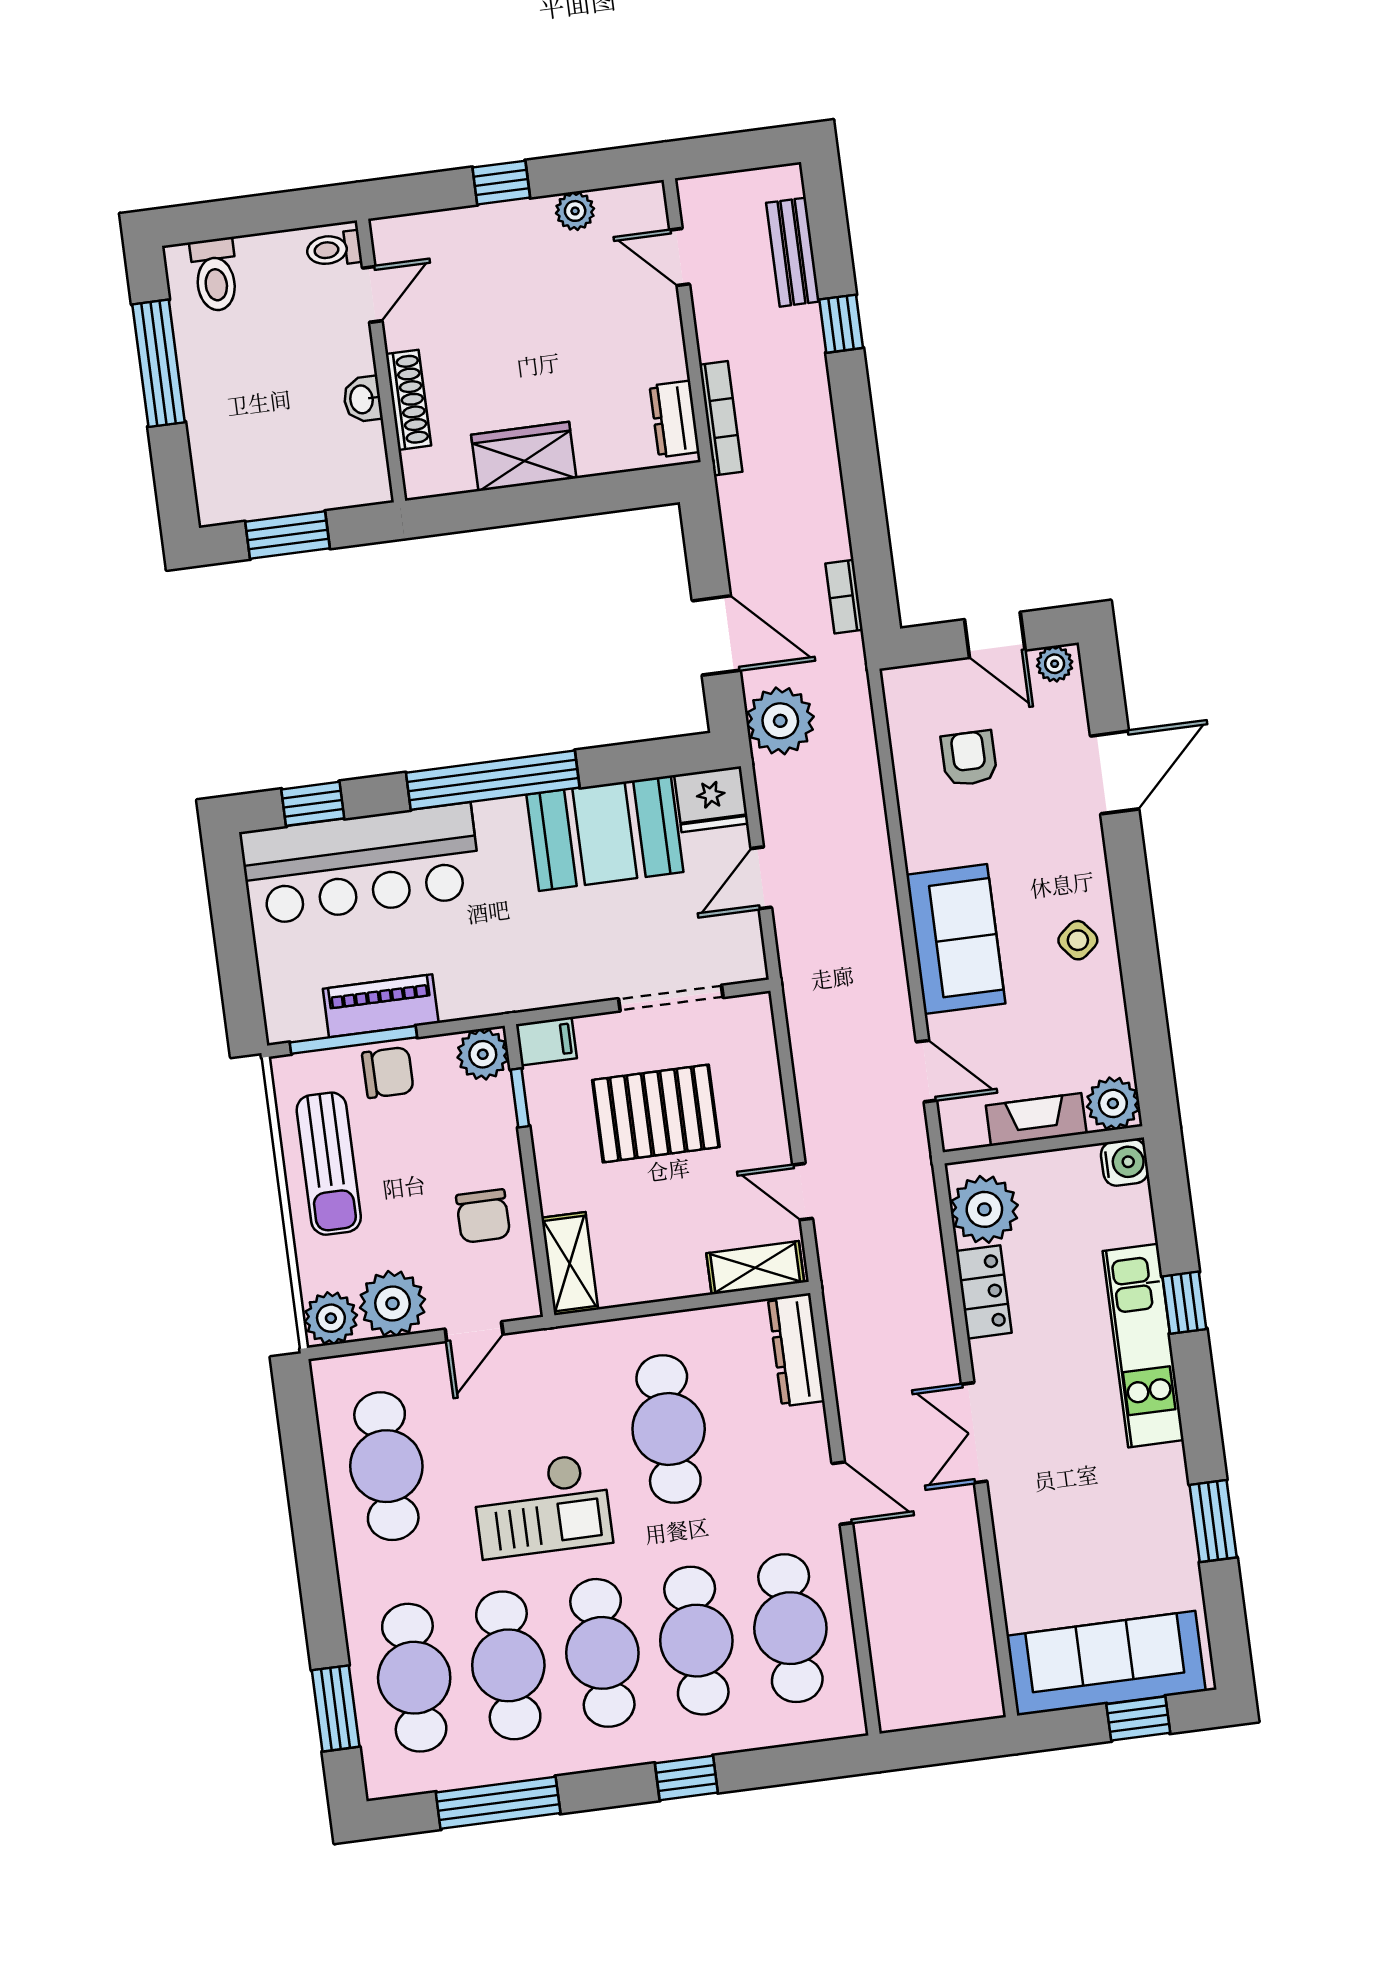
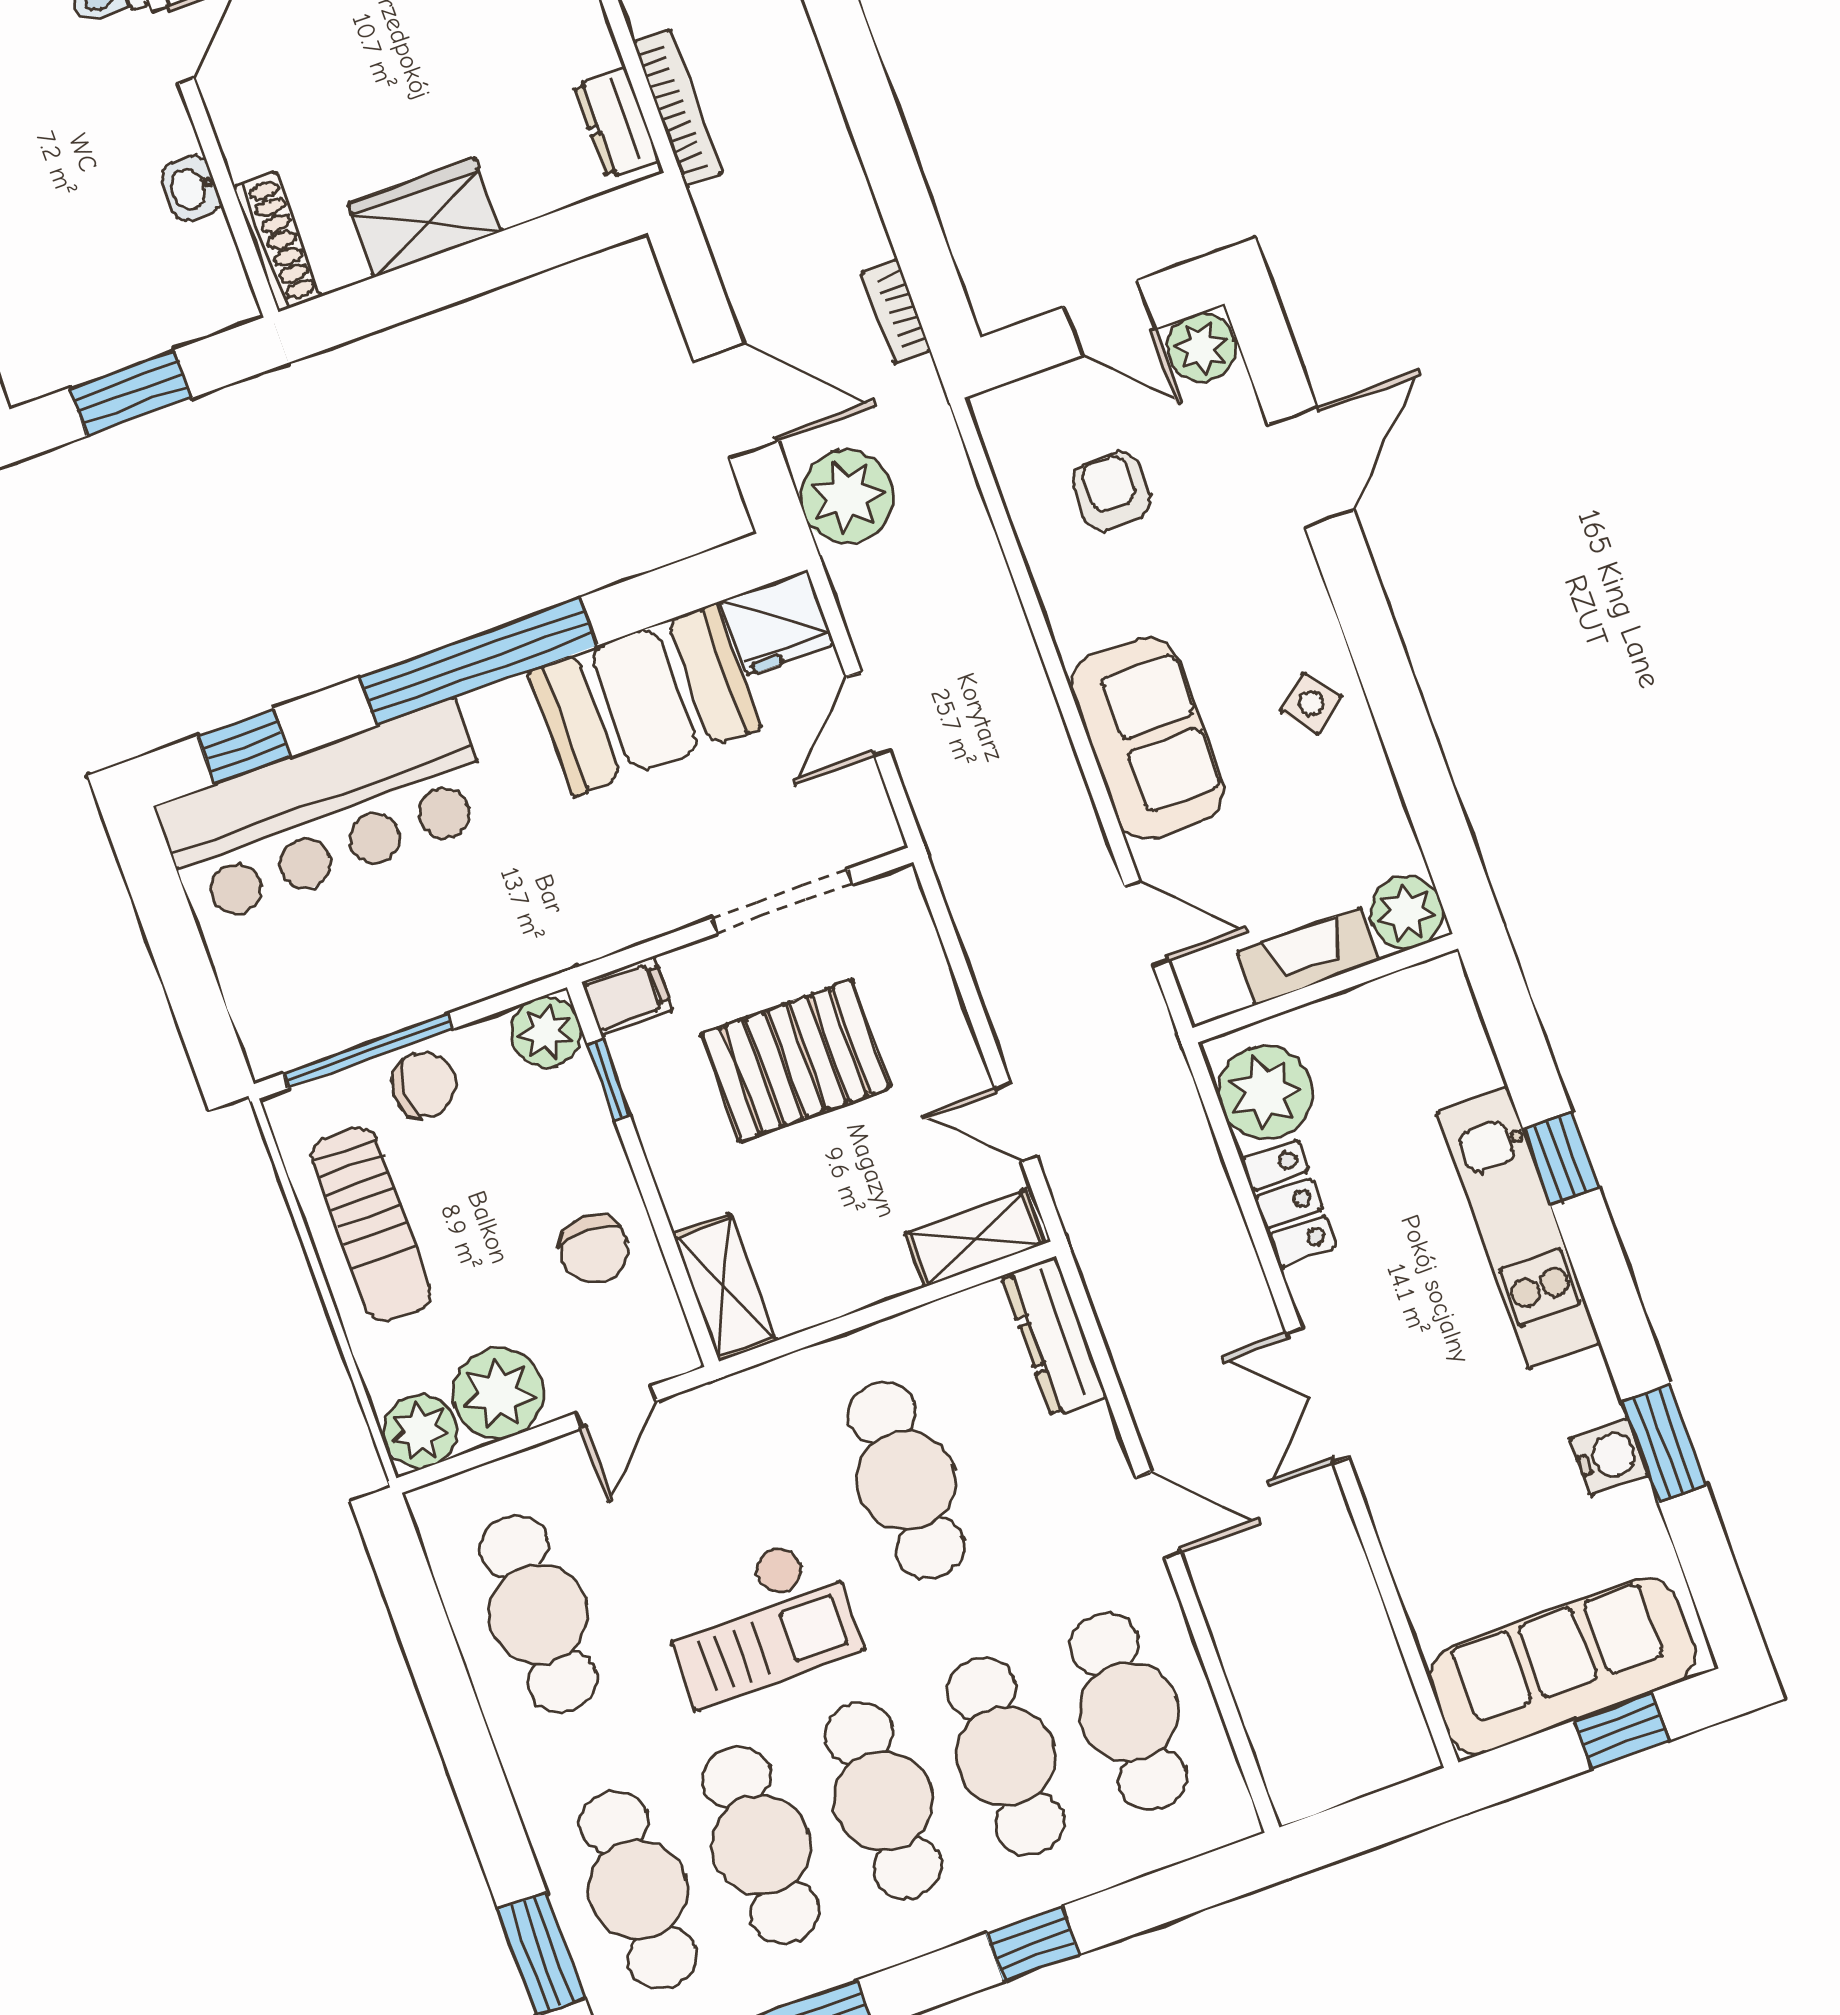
shoe rack: (408, 400) -> (277, 242), moved
plant: (1055, 664) -> (1202, 348), width x1.38, depth x1.38
piano: (381, 1006) -> (395, 997), removed
water cooler: (1125, 1162) -> (1609, 1457), moved

